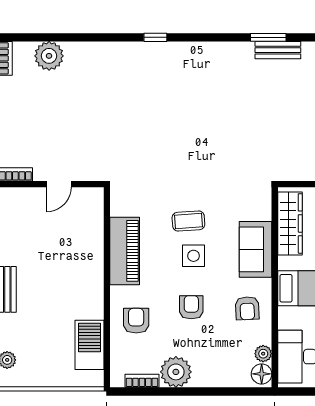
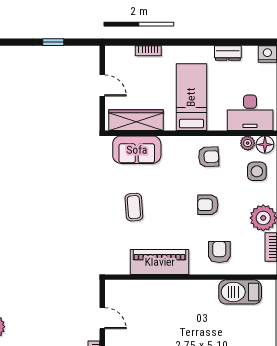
sofa: (256, 249) -> (137, 150), moved
side table: (194, 256) -> (257, 171), moved
armchair: (136, 321) -> (219, 252), turned 90

